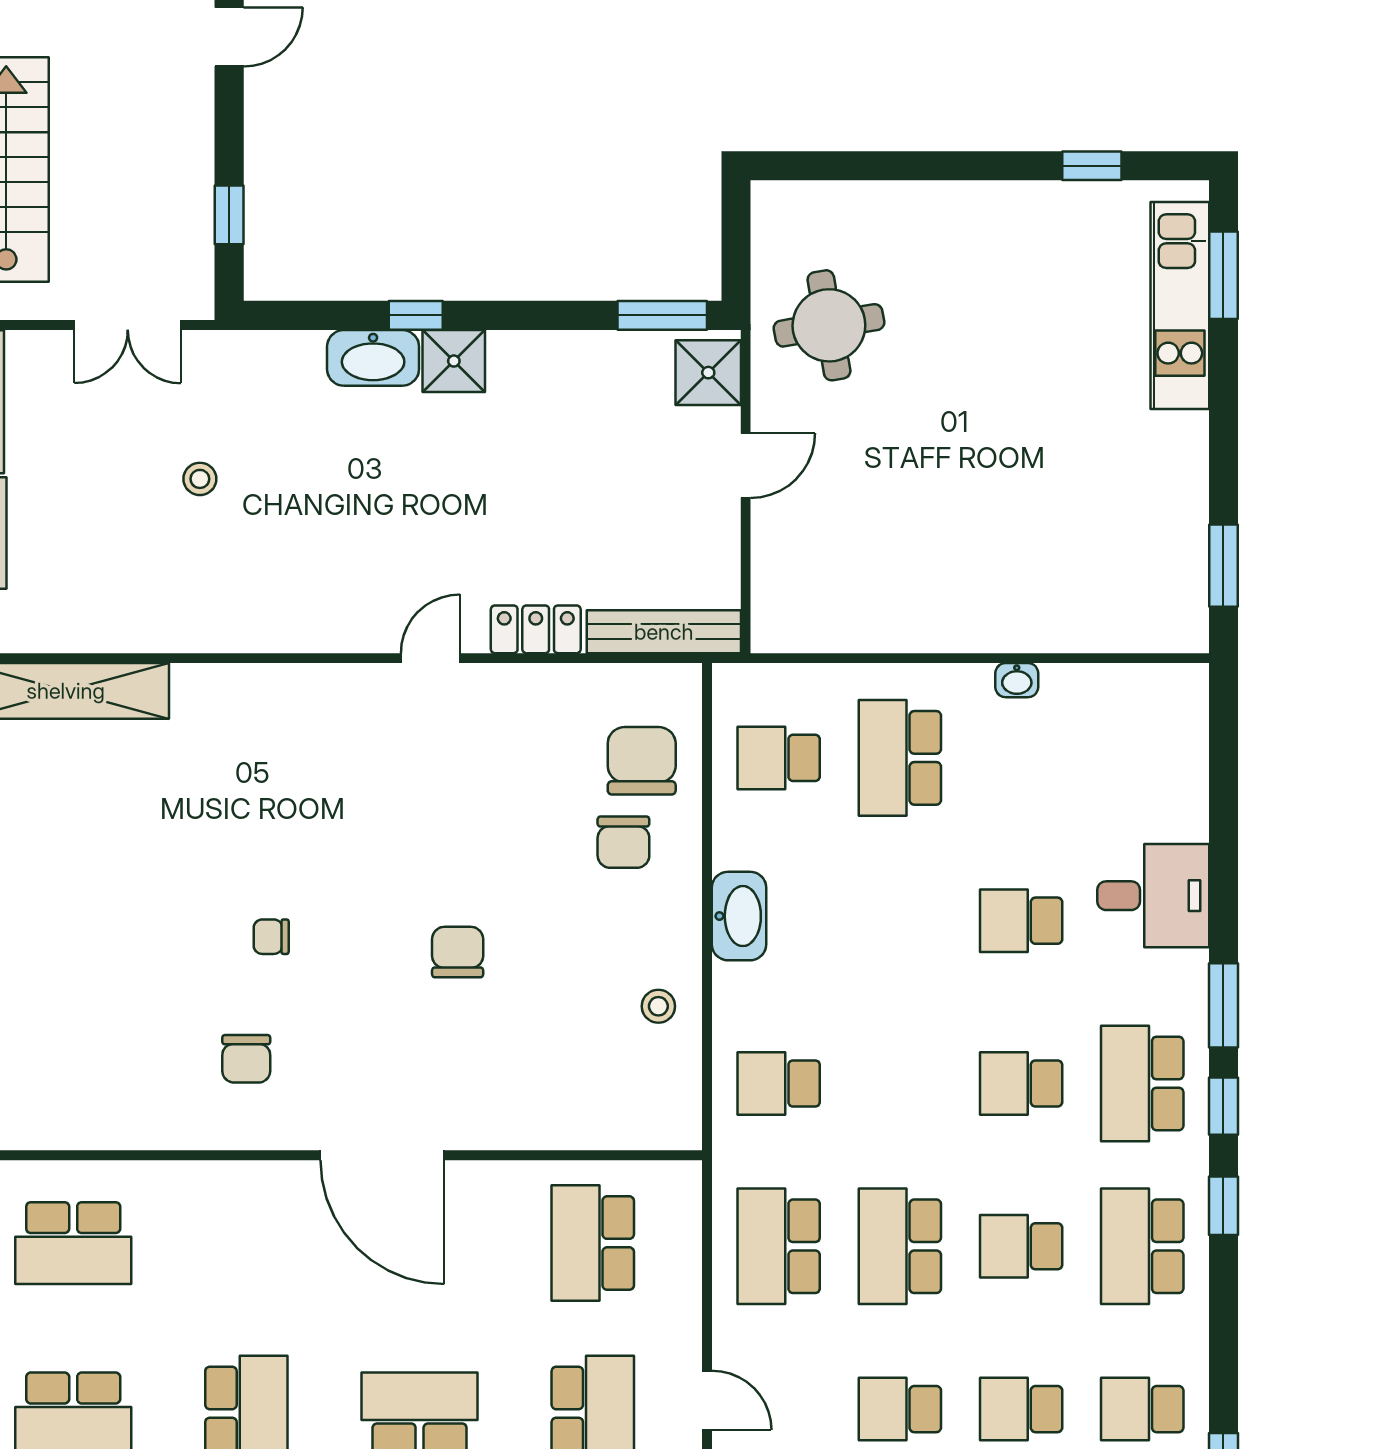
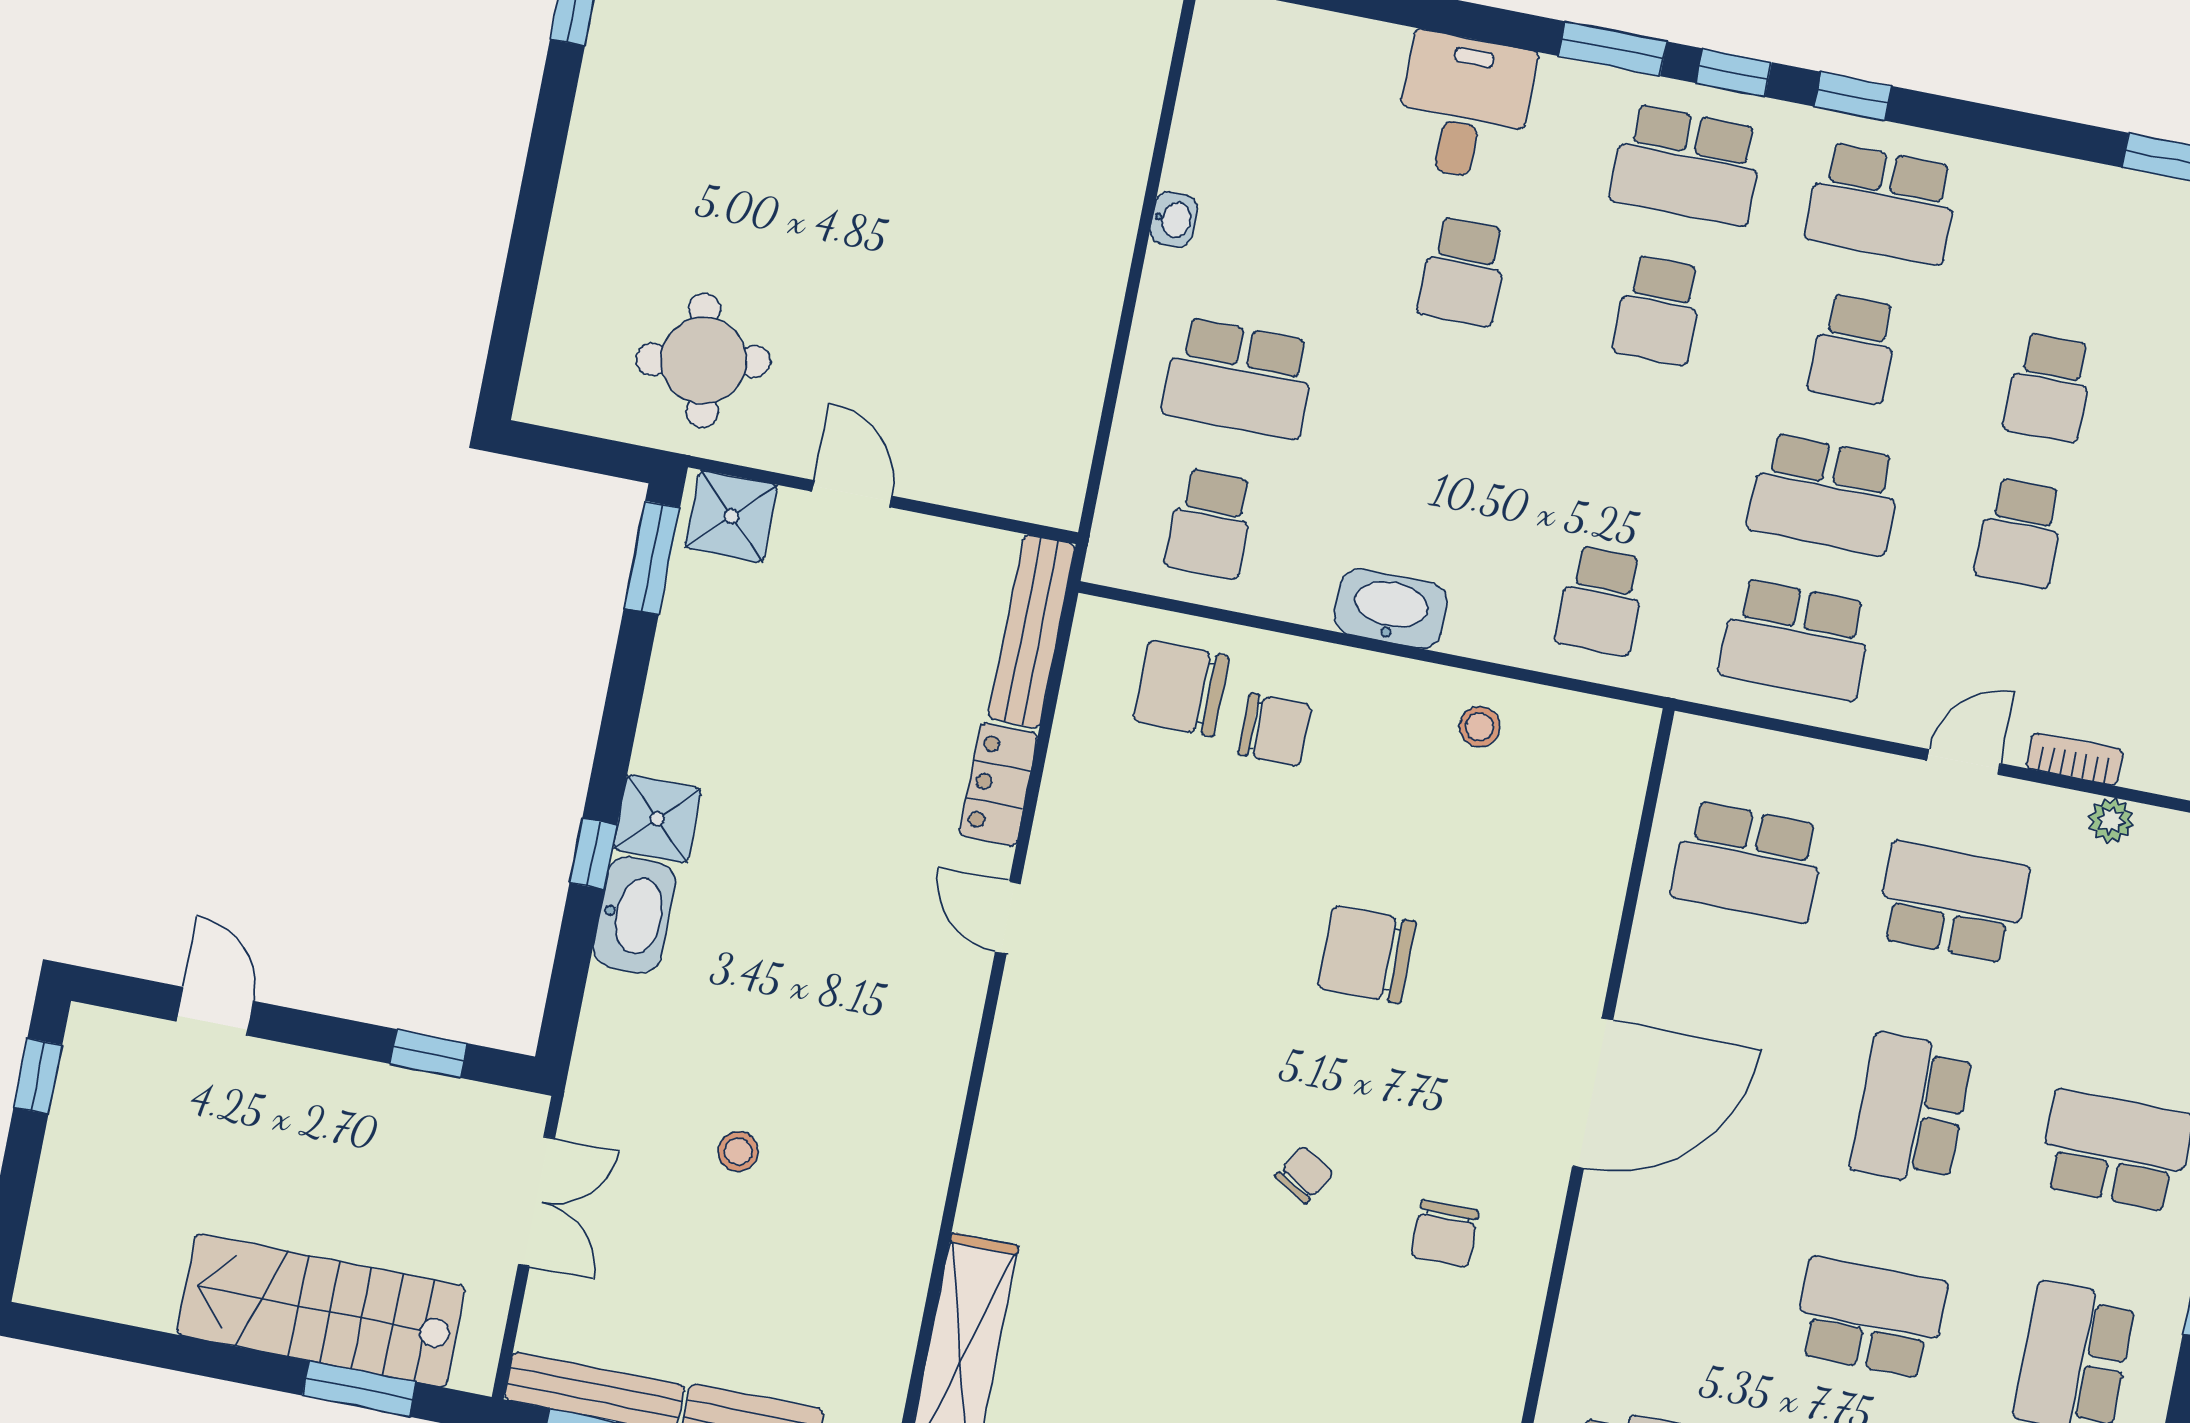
chair: (271, 937) -> (1304, 1175), turned -149
chair: (458, 952) -> (1367, 955), width x1.37, depth x1.37
chair: (246, 1059) -> (1445, 1234), turned 90
school desk: (1142, 1409) -> (2078, 242), removed

